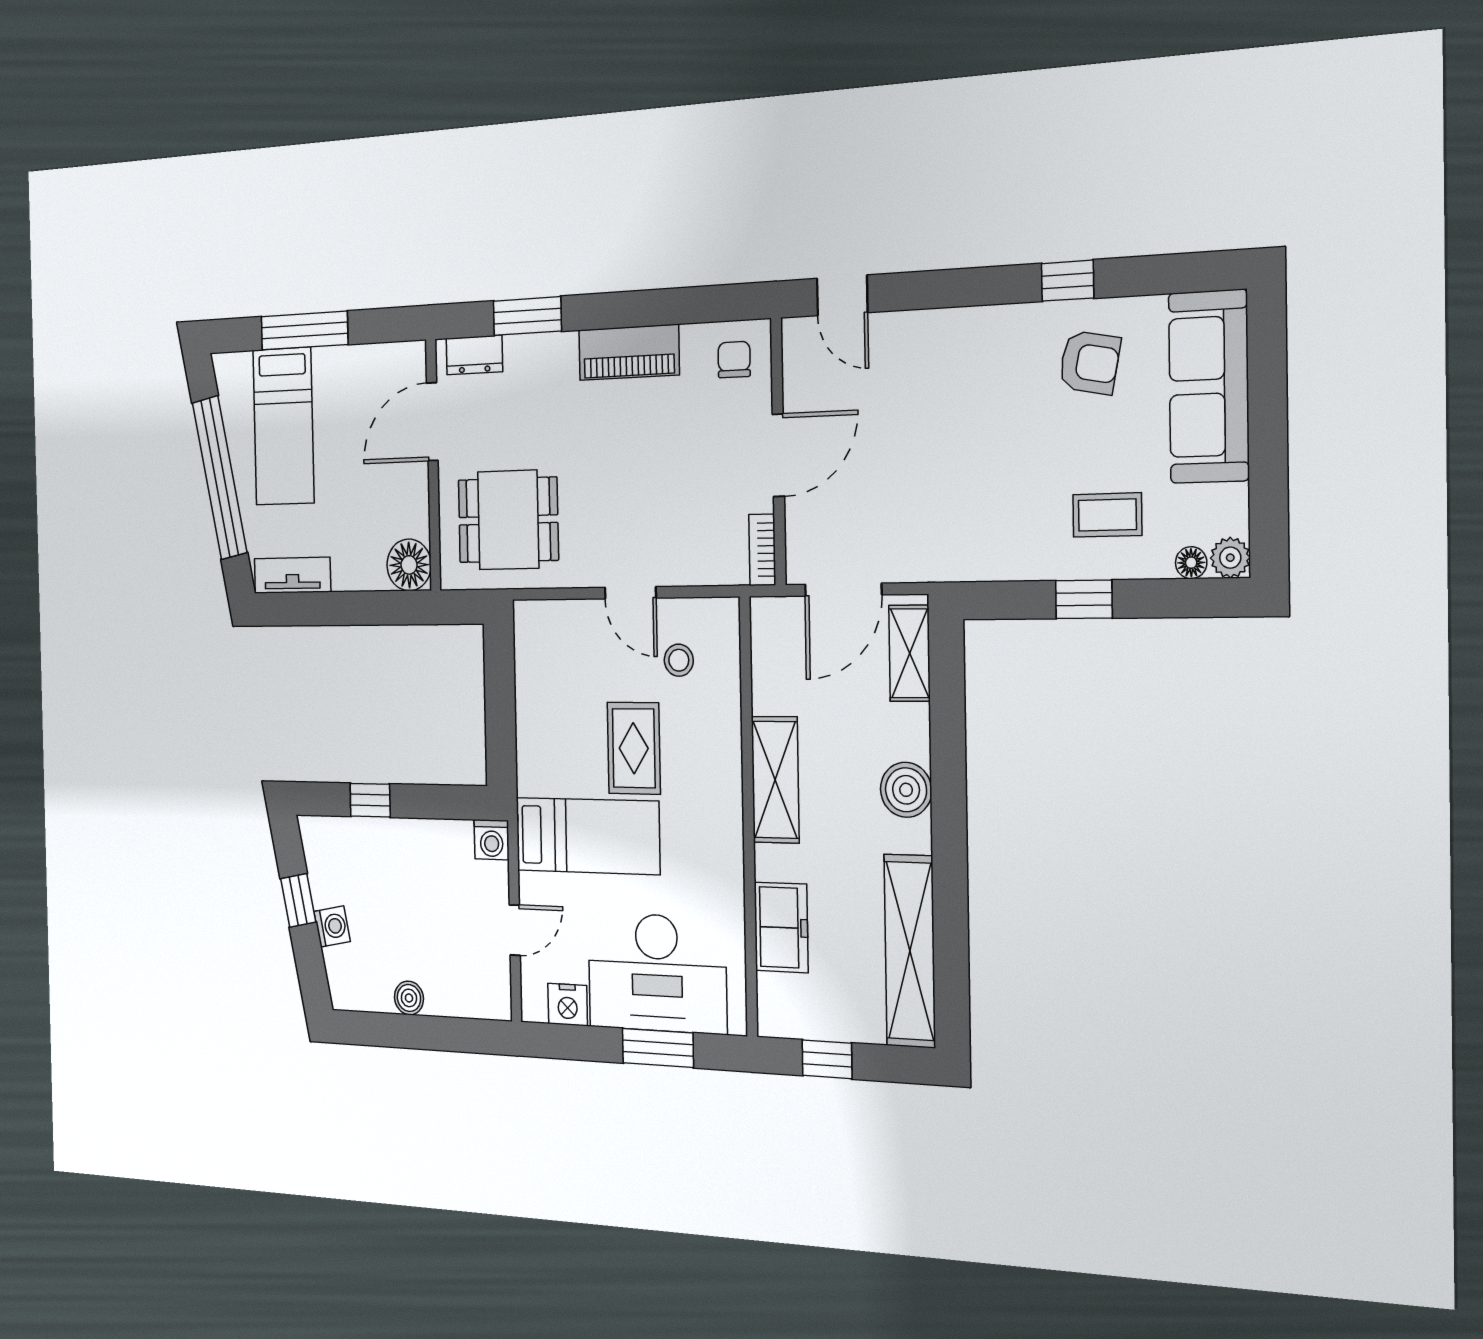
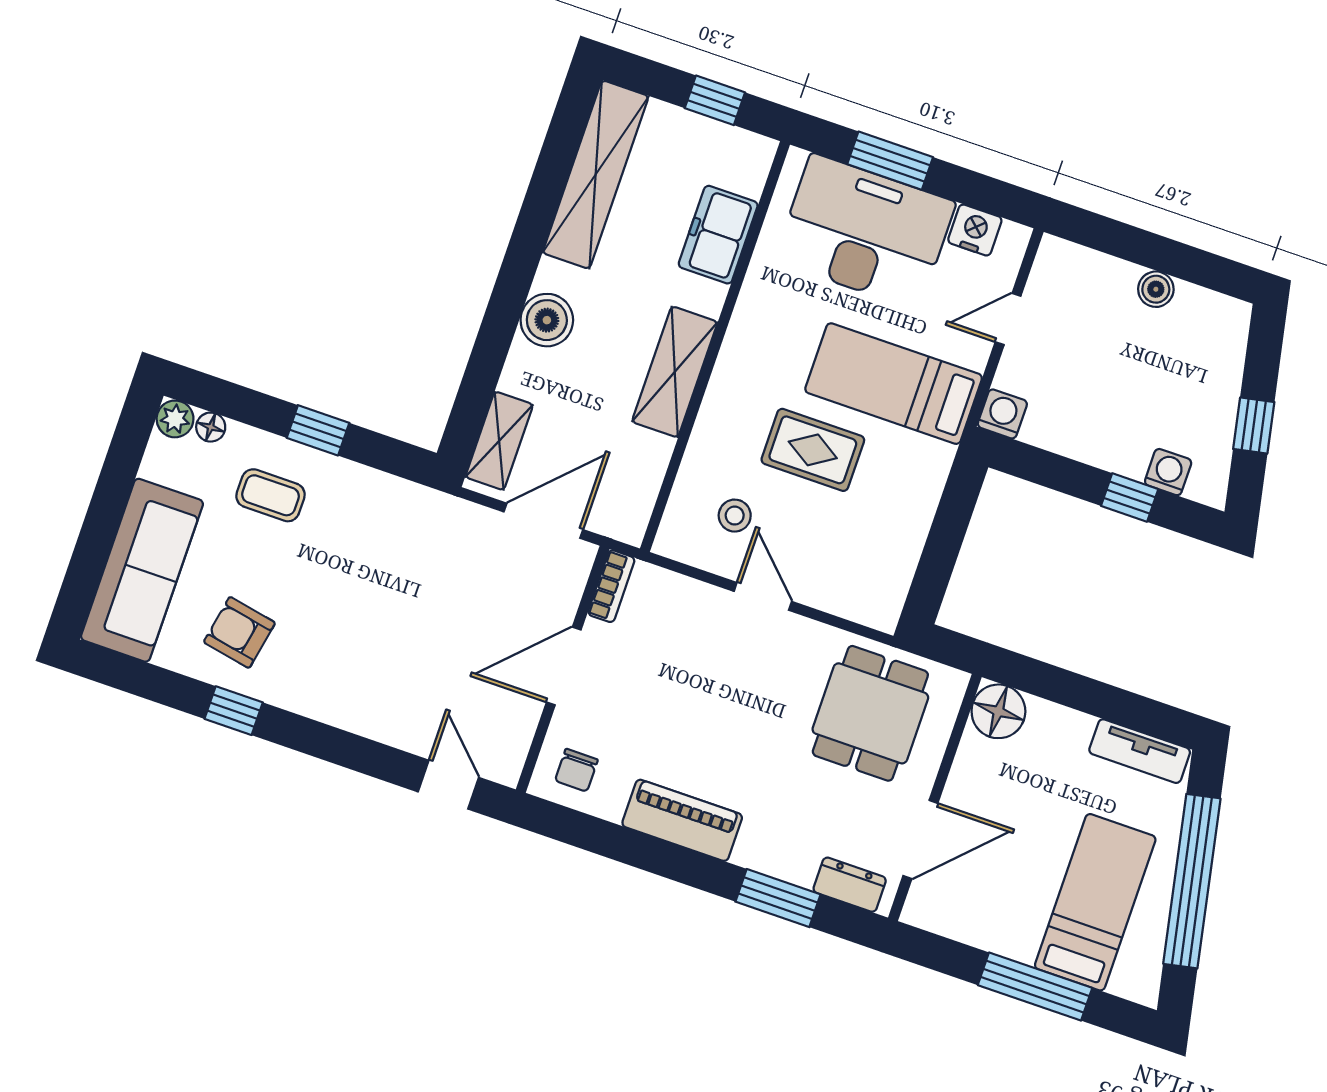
dining table: (508, 520) -> (870, 713), turned 90
rug: (634, 748) -> (813, 450), turned 90
washing machine: (332, 926) -> (1168, 472), moved, turned 101

